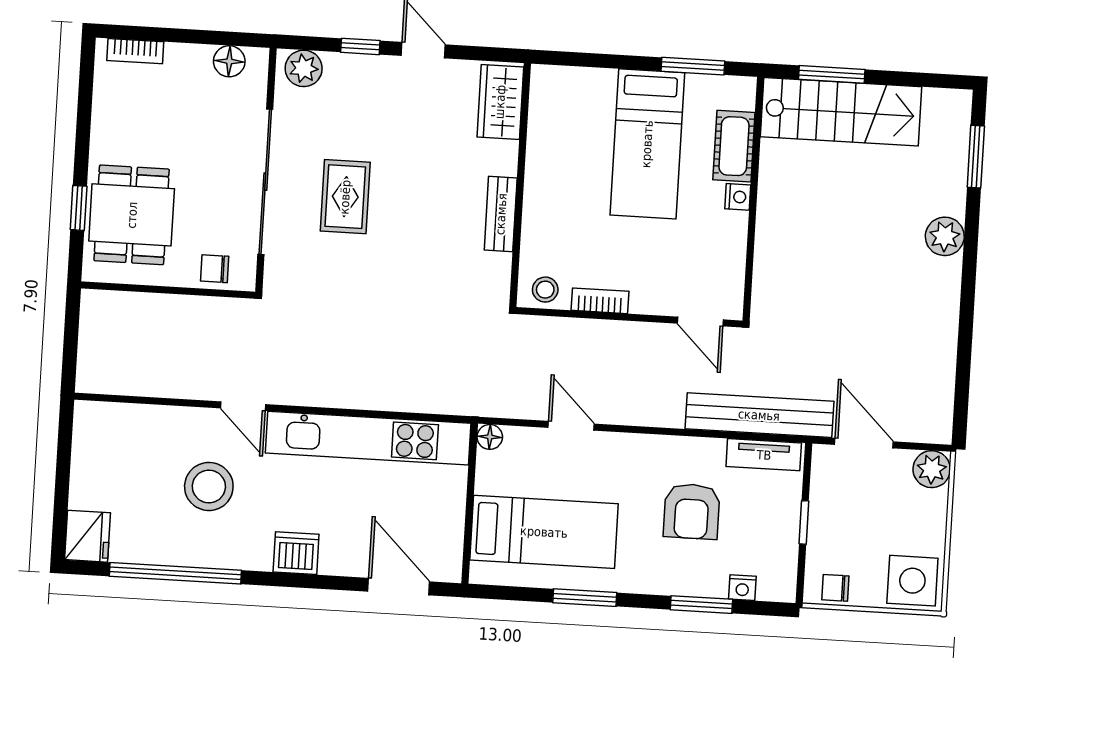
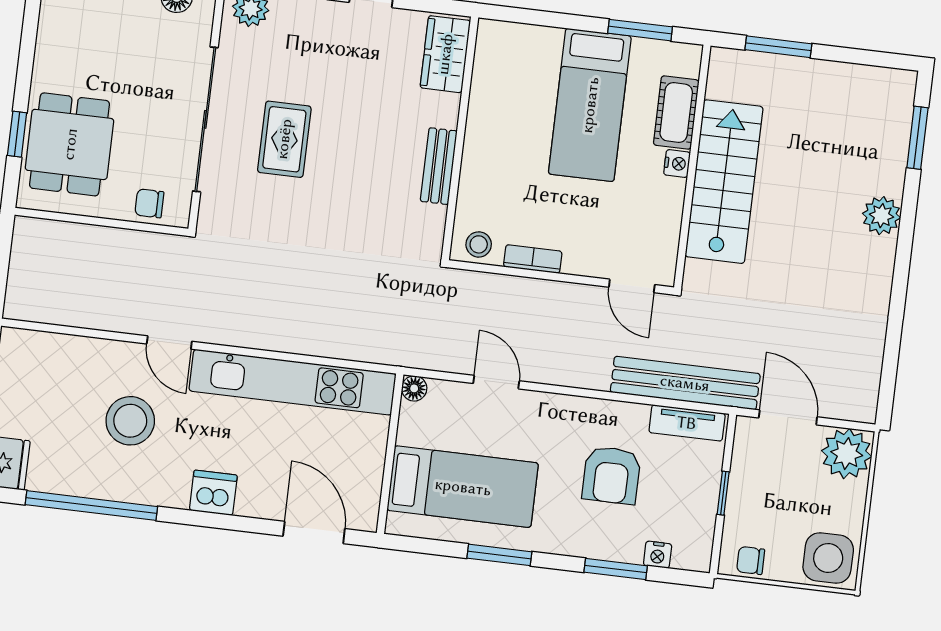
stairs: (841, 112) -> (724, 182), moved, turned -90
plant: (932, 469) -> (847, 454), width x1.36, depth x1.36

